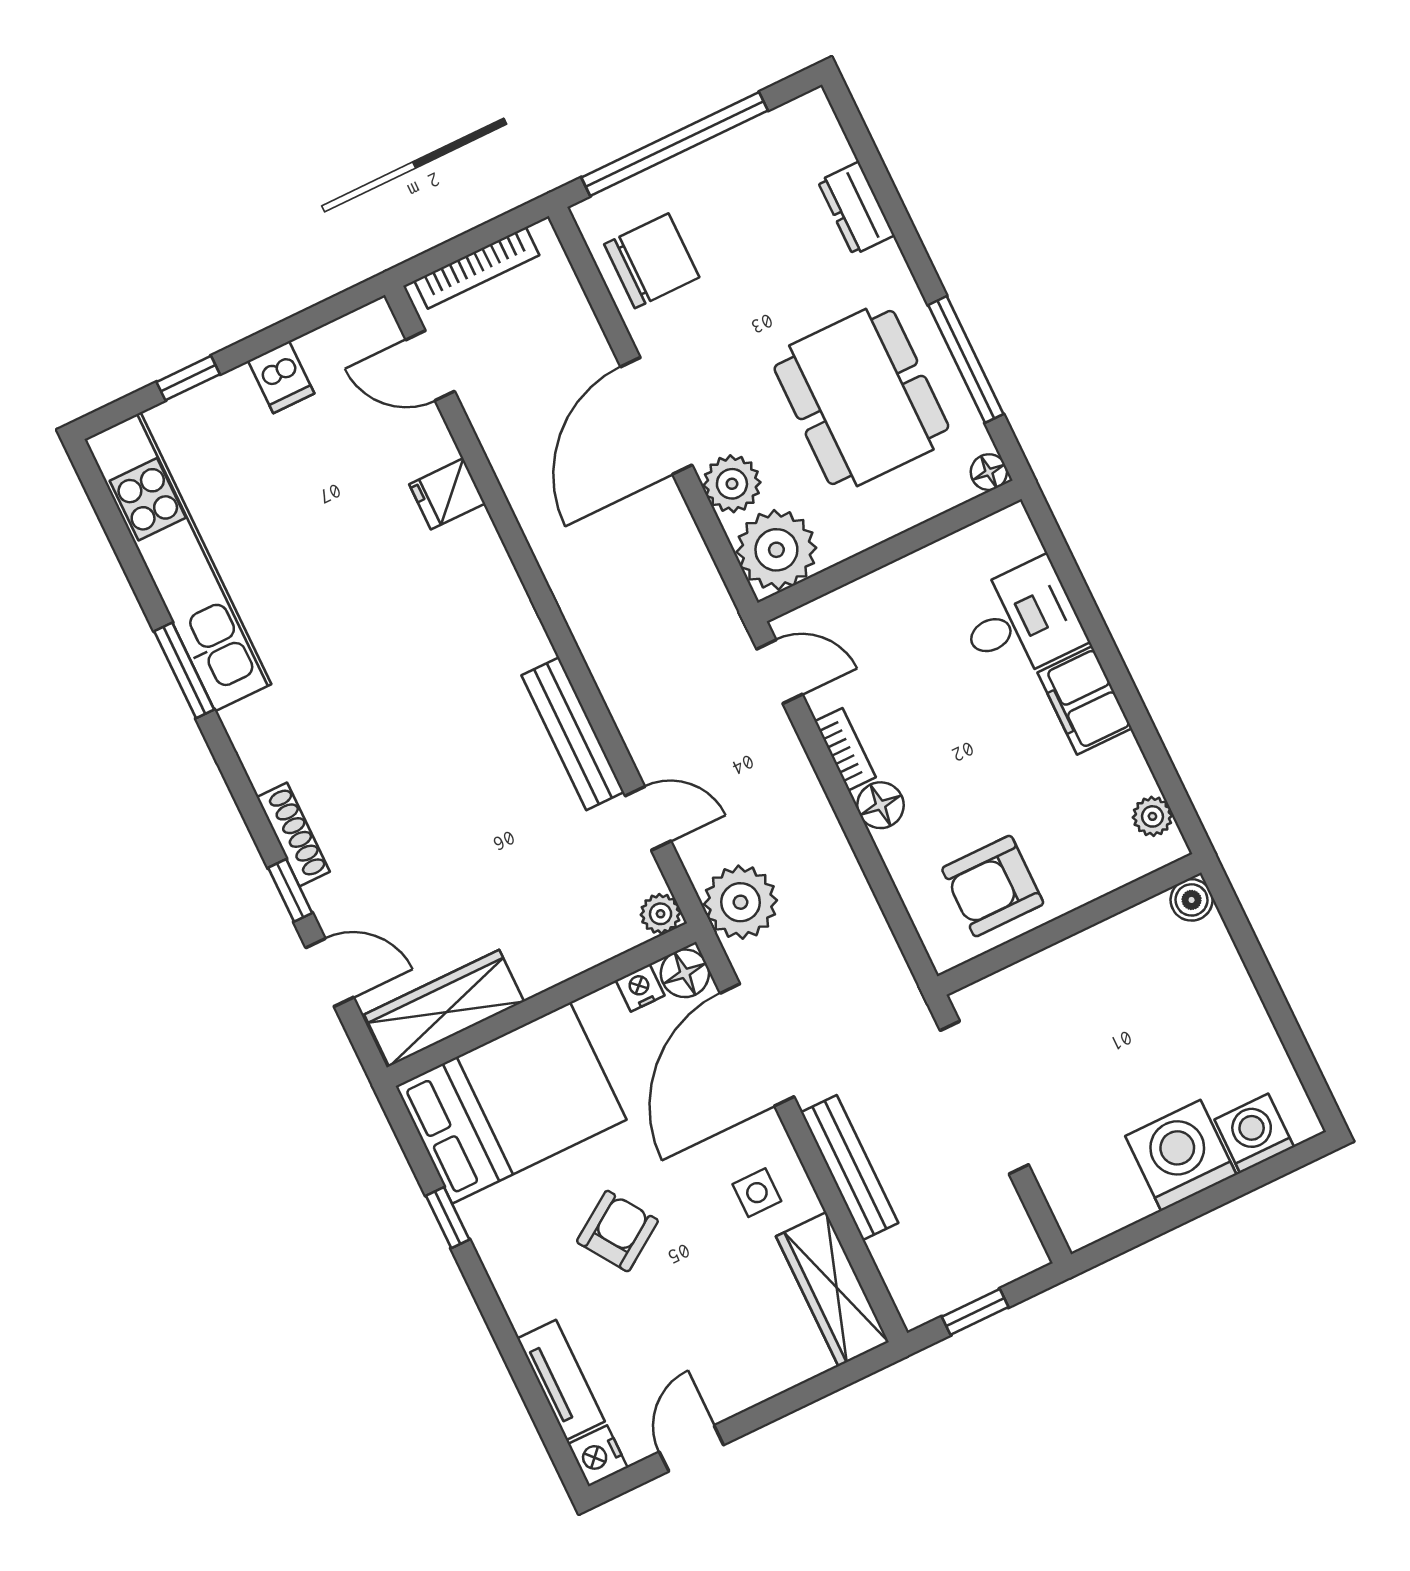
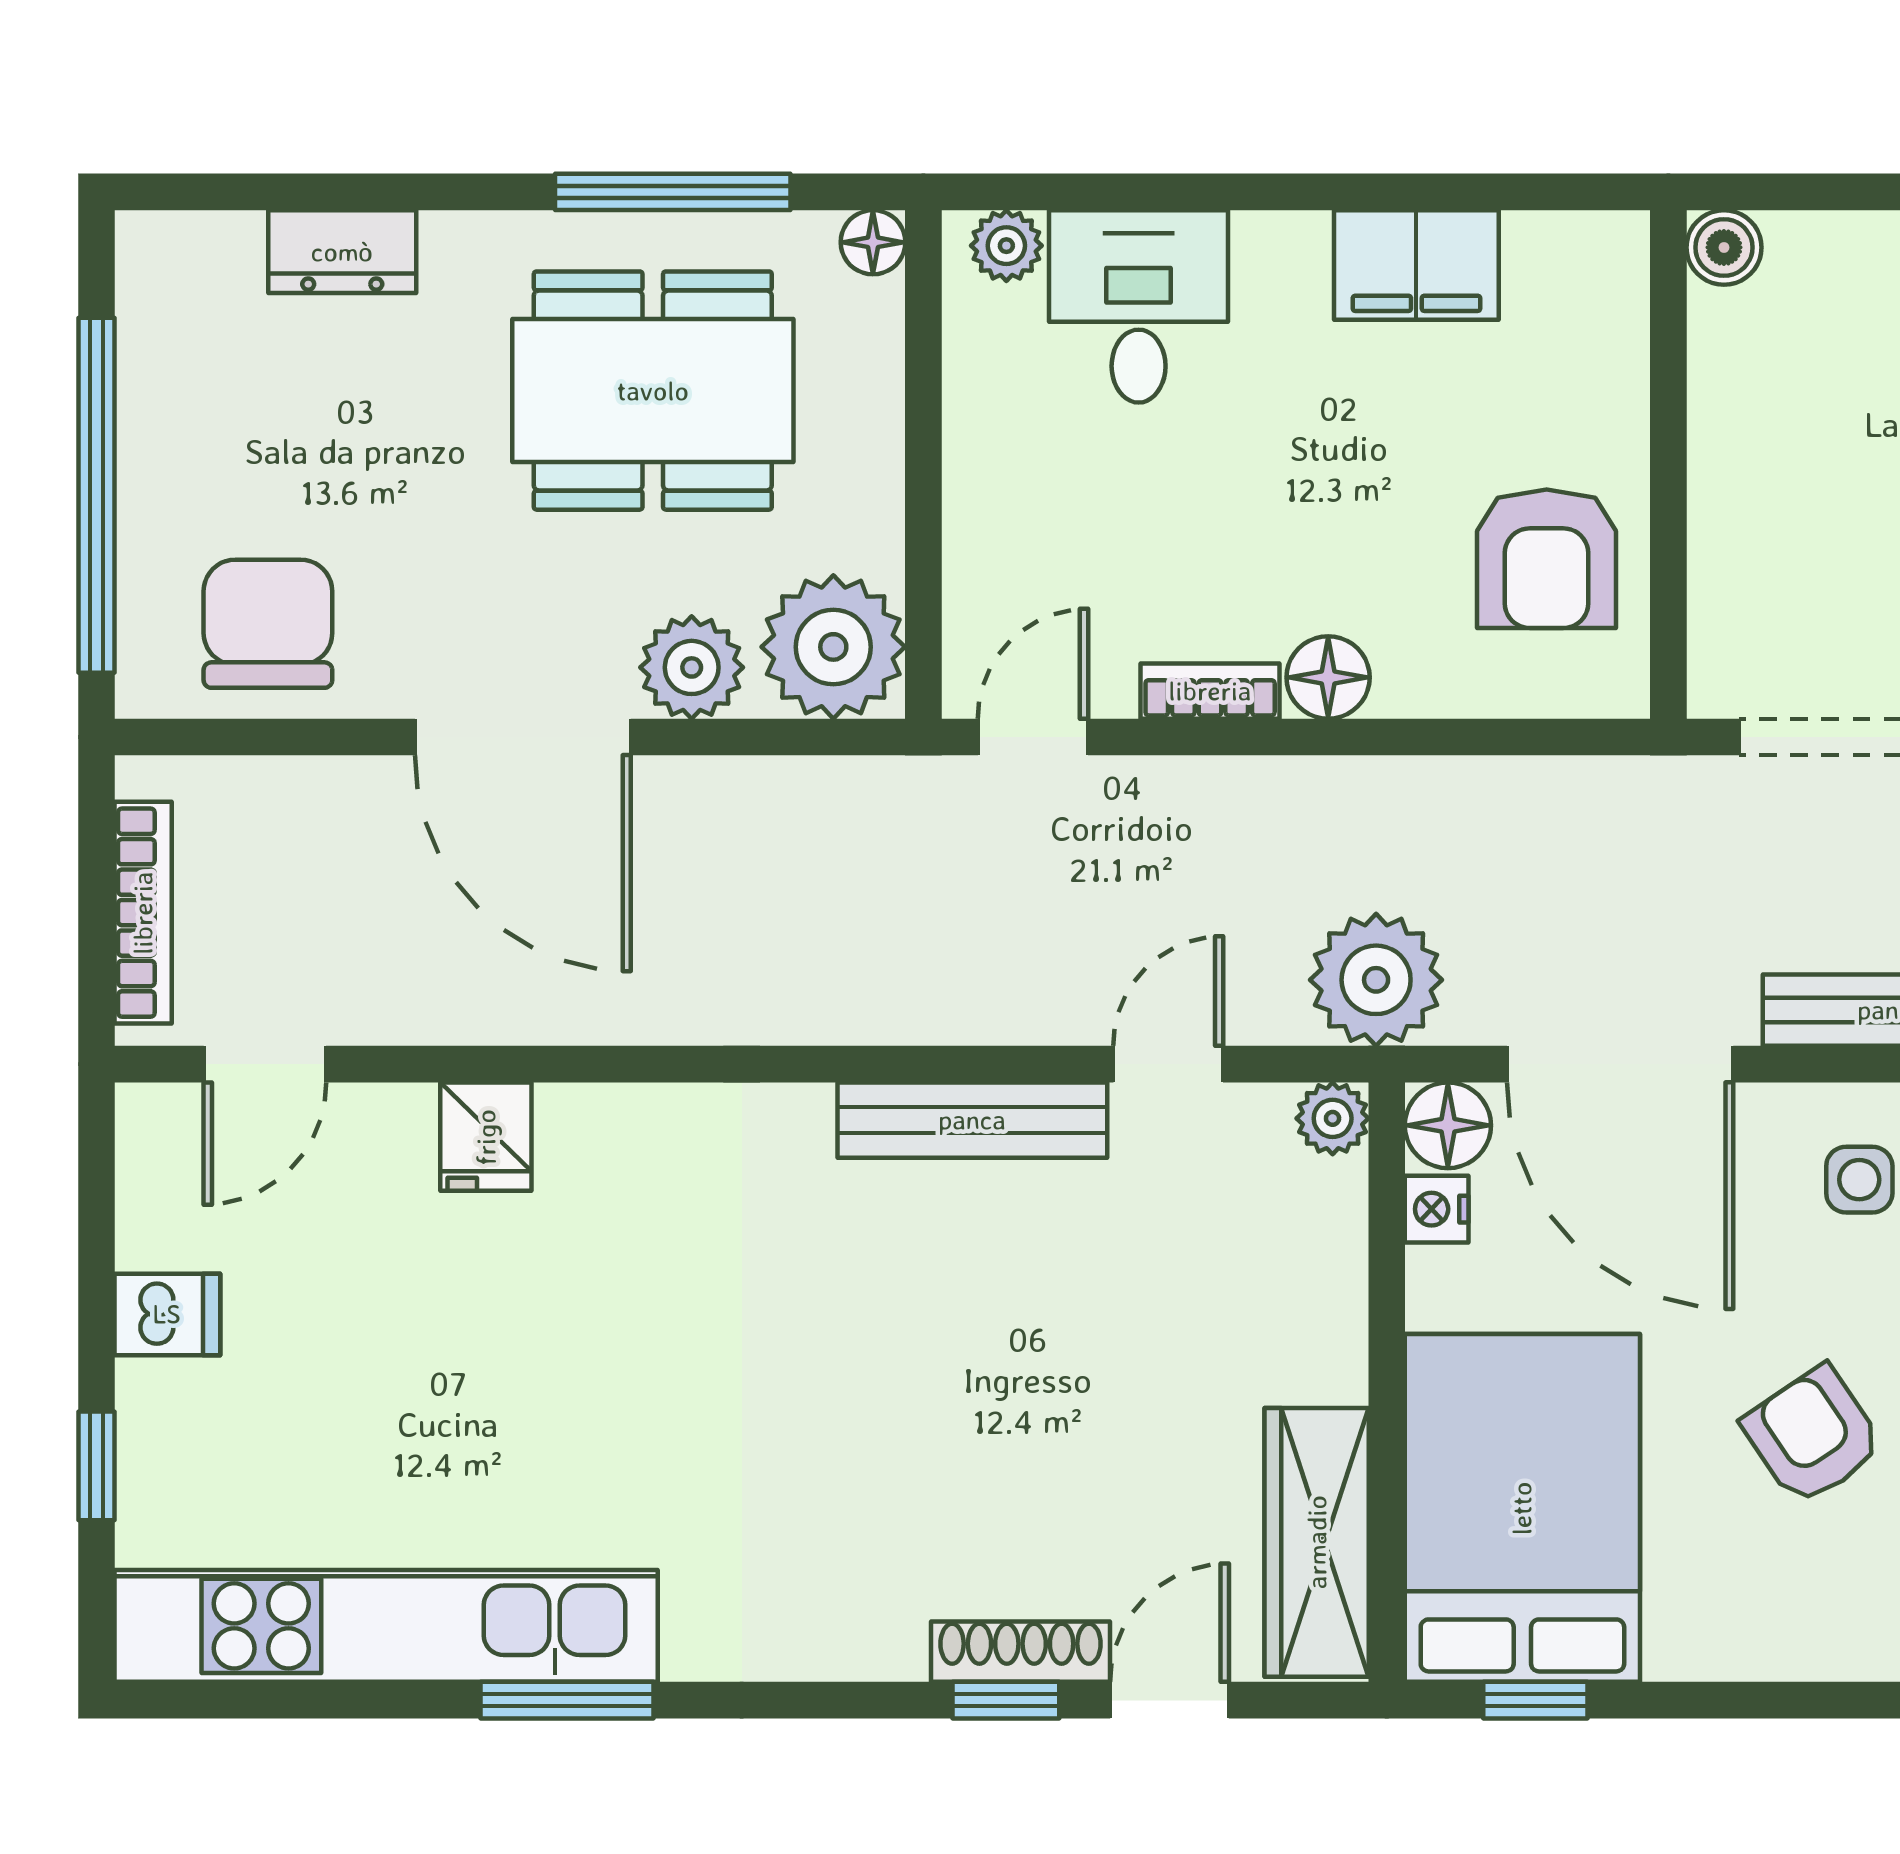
filing cabinet: (1085, 700) -> (1416, 265), moved
plant: (1152, 816) -> (1006, 246), moved
shoe rack: (293, 834) -> (1021, 1652), moved
window: (448, 1218) -> (1535, 1700), moved

